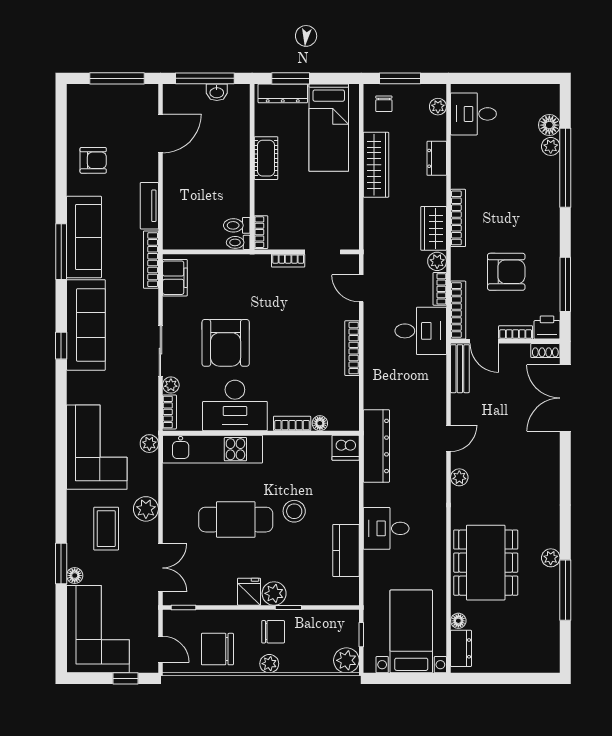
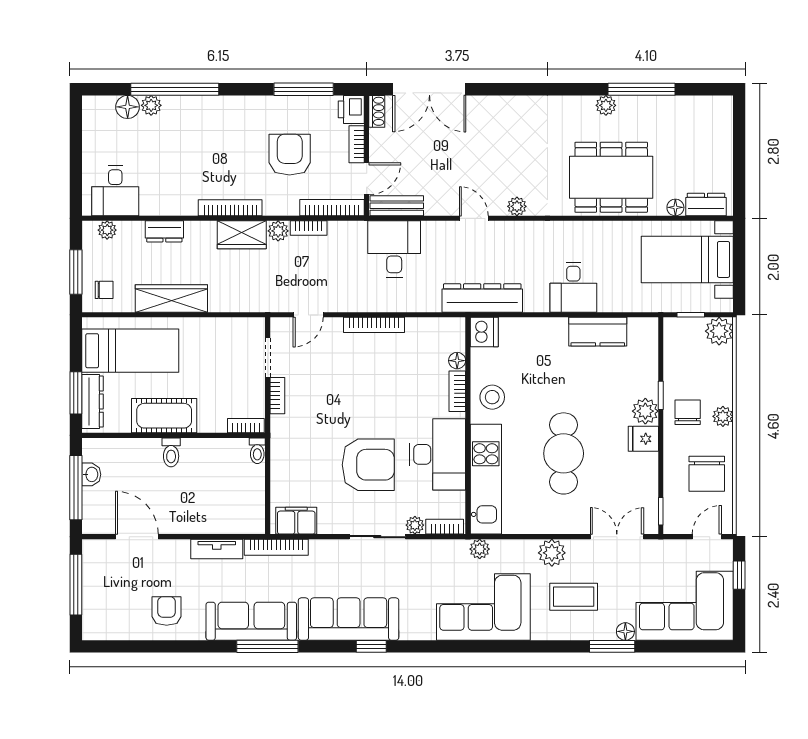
cot: (266, 158) -> (164, 416), width x1.37, depth x1.34
toilet: (237, 225) -> (171, 452), moved
desk: (421, 331) -> (394, 249), moved
stool: (294, 511) -> (492, 397), moved

